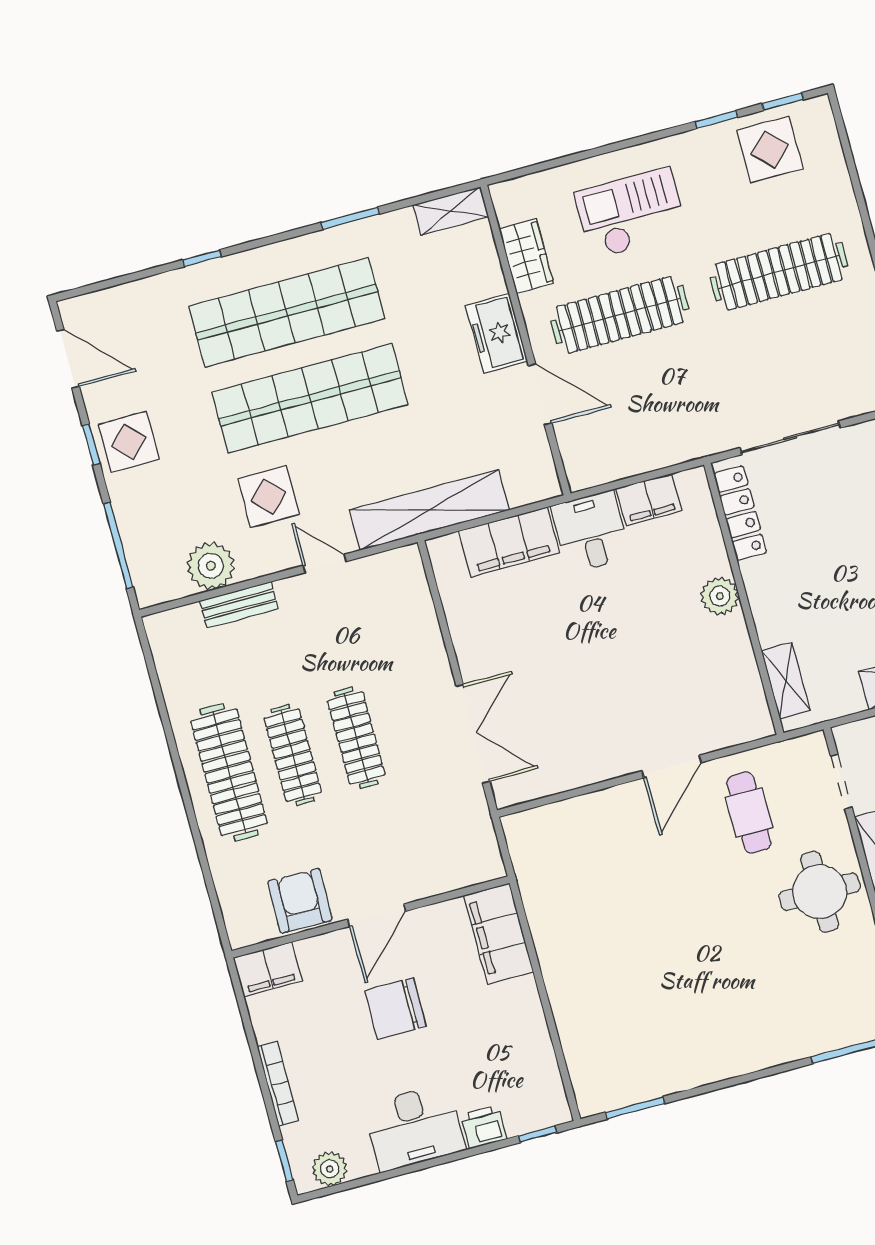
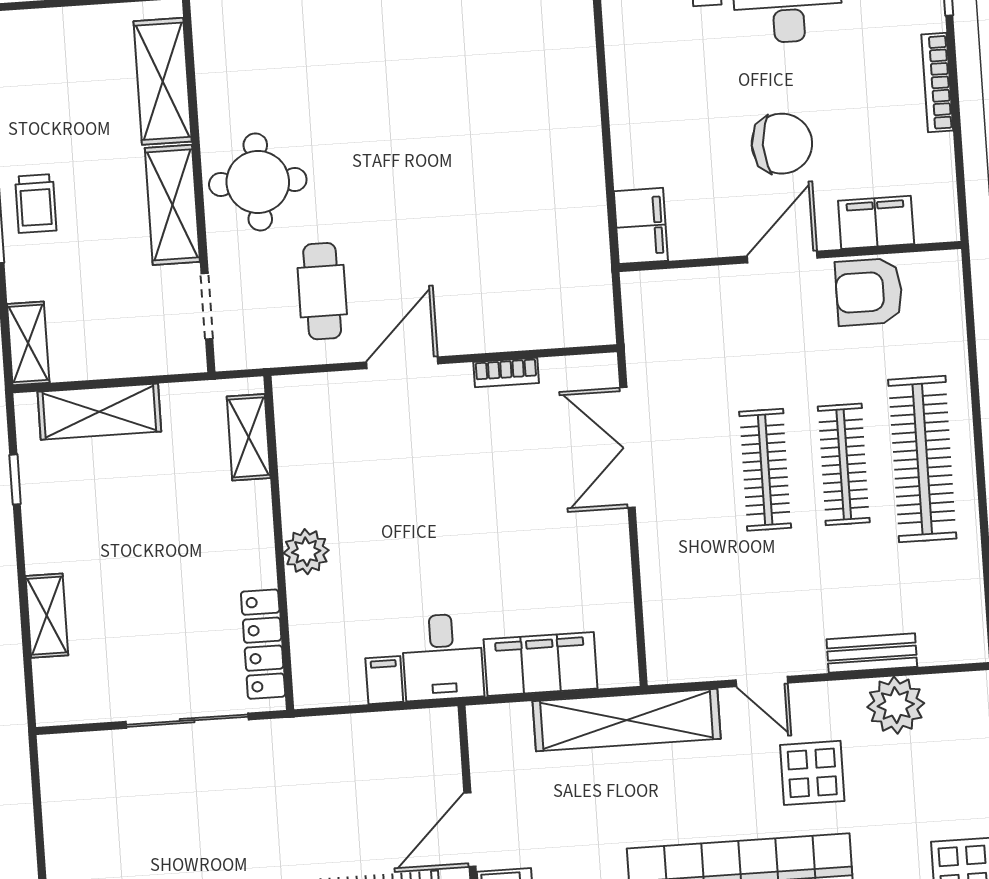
door: (540, 394) -> (470, 830), hinge flipped
filing cabinet: (649, 500) -> (384, 680), width x0.50
bookcase: (585, 776) -> (506, 372), added
armchair: (300, 901) -> (869, 292), turned 89
filing cabinet: (499, 934) -> (641, 226), width x0.67, depth x0.86
filing cabinet: (268, 969) -> (876, 222), moved

